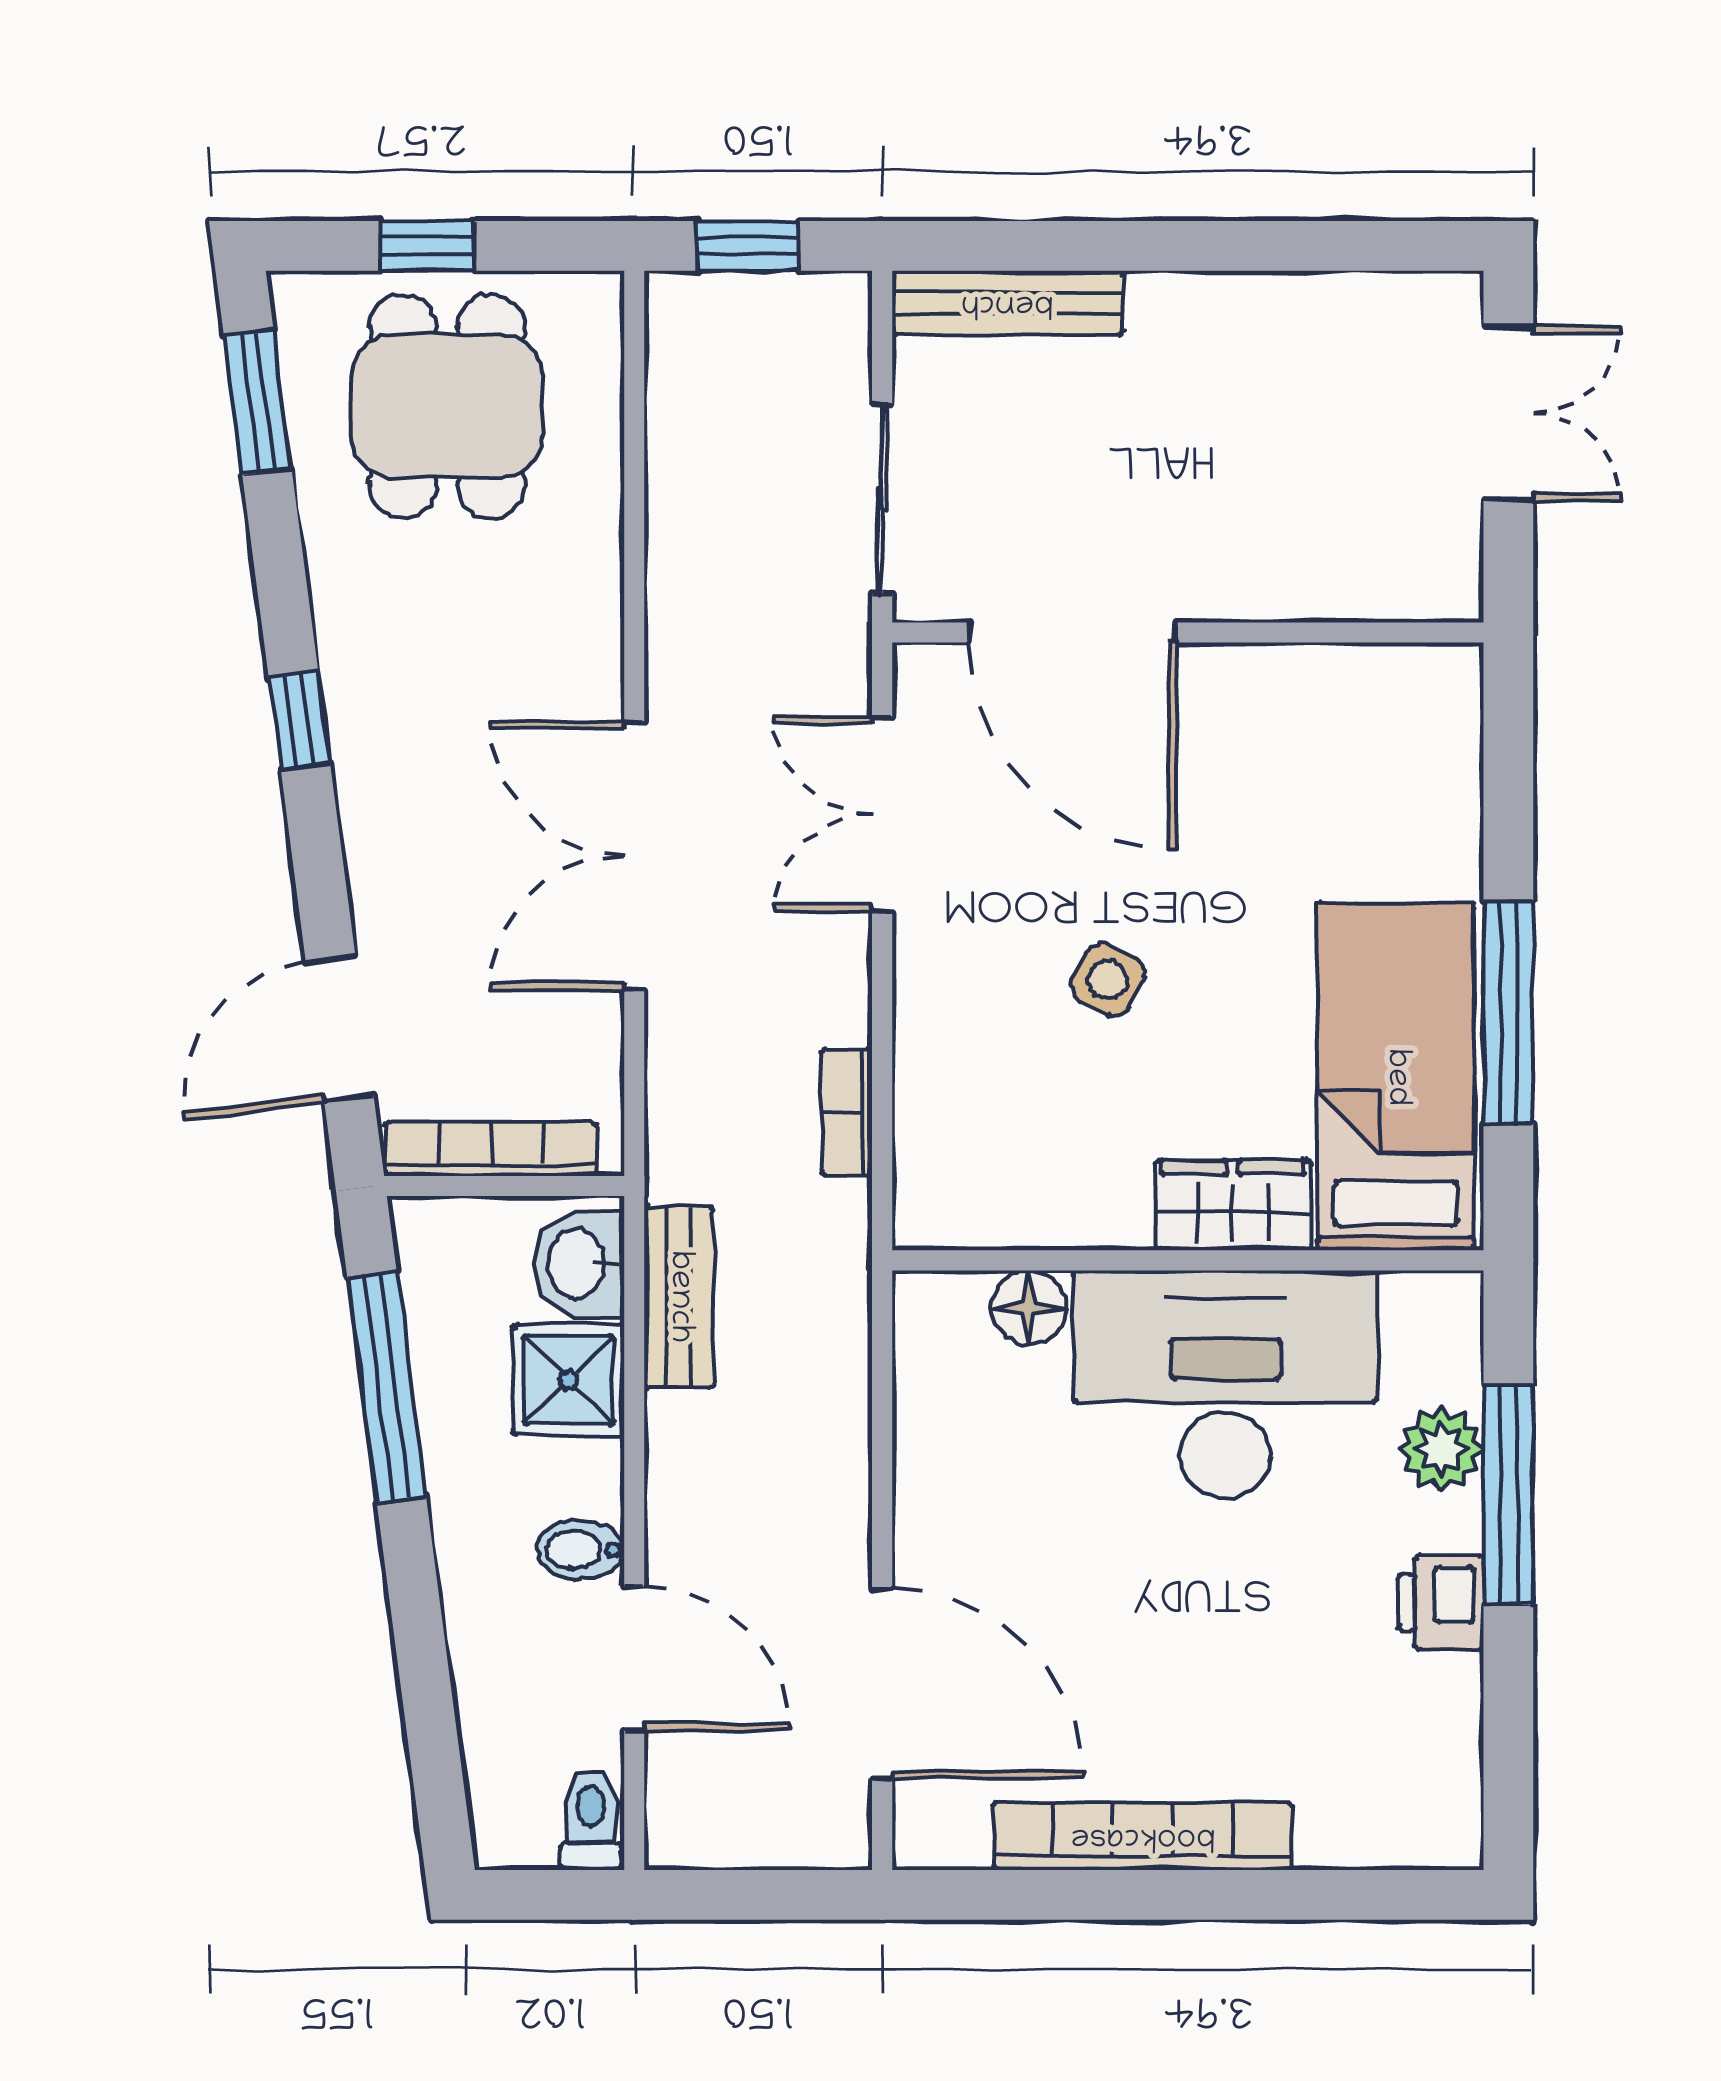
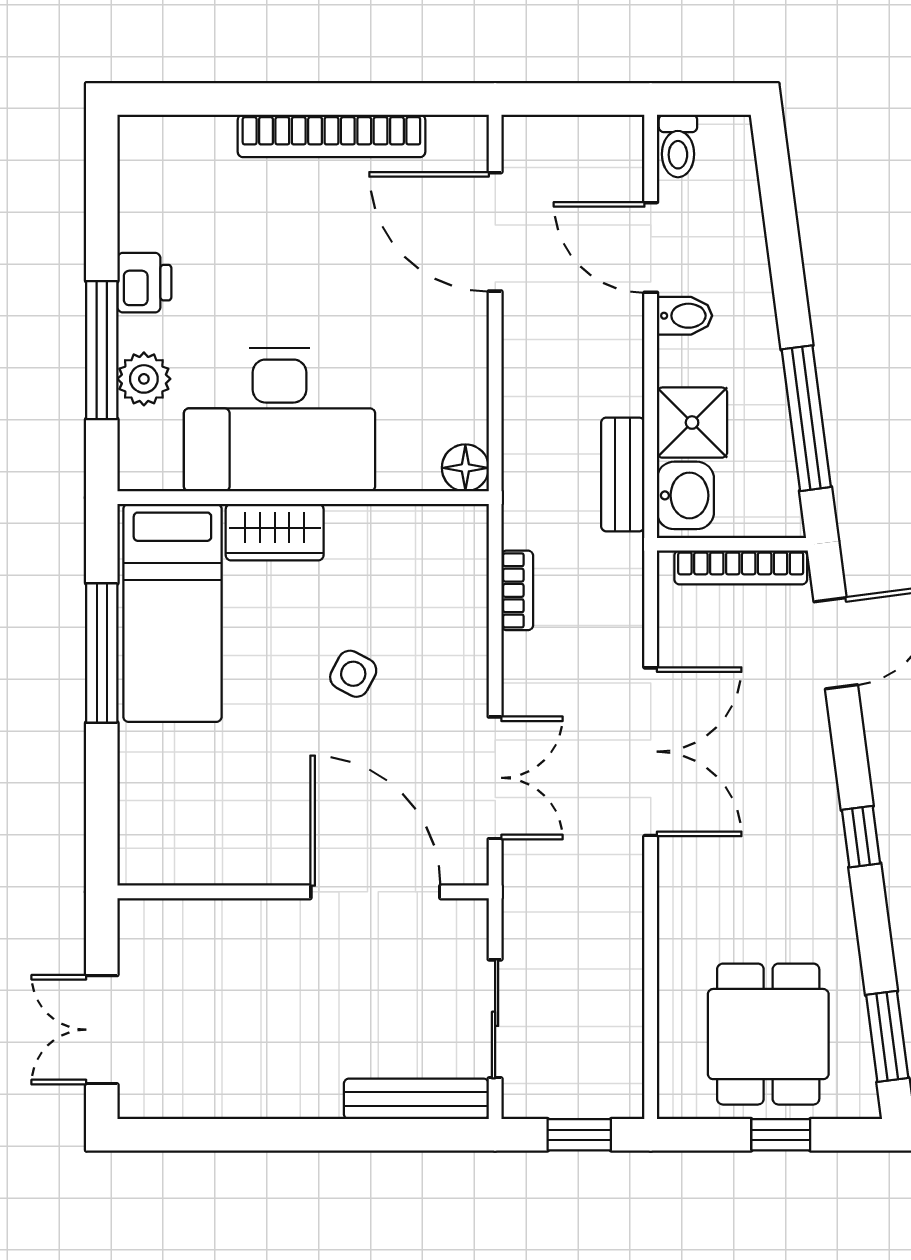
sliding door: (882, 499) -> (495, 1019), moved
floor lamp: (1029, 1308) -> (465, 468), moved

